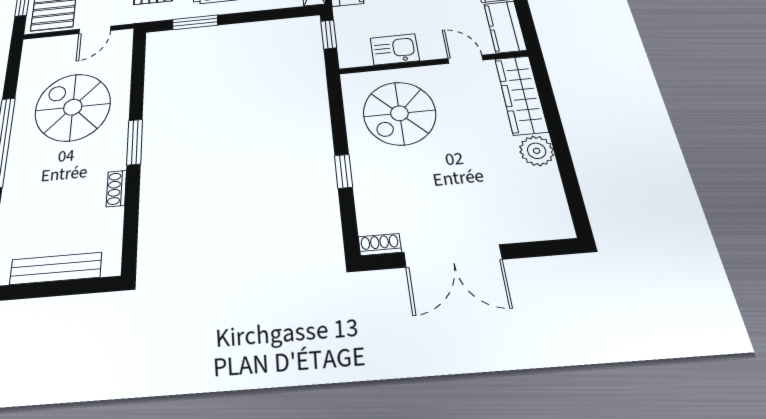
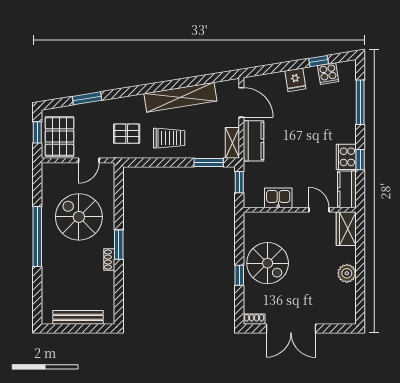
window: (195, 22) -> (209, 163), moved
wardrobe: (521, 95) -> (346, 229), width x0.67
spiral stairs: (399, 113) -> (268, 263), moved, turned -90
shoe rack: (116, 189) -> (109, 260), moved

